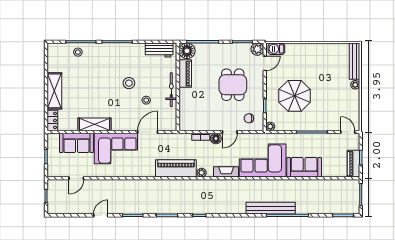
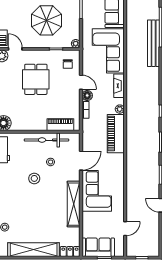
piano: (185, 74) -> (60, 125), moved
dining table: (233, 85) -> (36, 79), turned 90
bicycle: (171, 90) -> (46, 140), width x1.37, depth x1.40
shelving: (54, 91) -> (34, 250), width x1.47
shelving: (95, 124) -> (74, 204), width x1.47
door: (148, 132) -> (81, 161), swing flipped
sofa: (76, 143) -> (98, 247), moved, turned -90
door: (76, 178) -> (125, 229), hinge flipped

